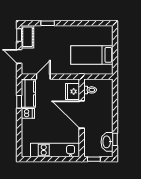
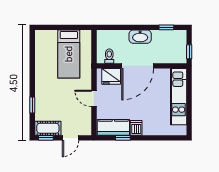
door: (43, 77) -> (94, 98), moved
washbasin: (107, 142) -> (140, 37), moved

